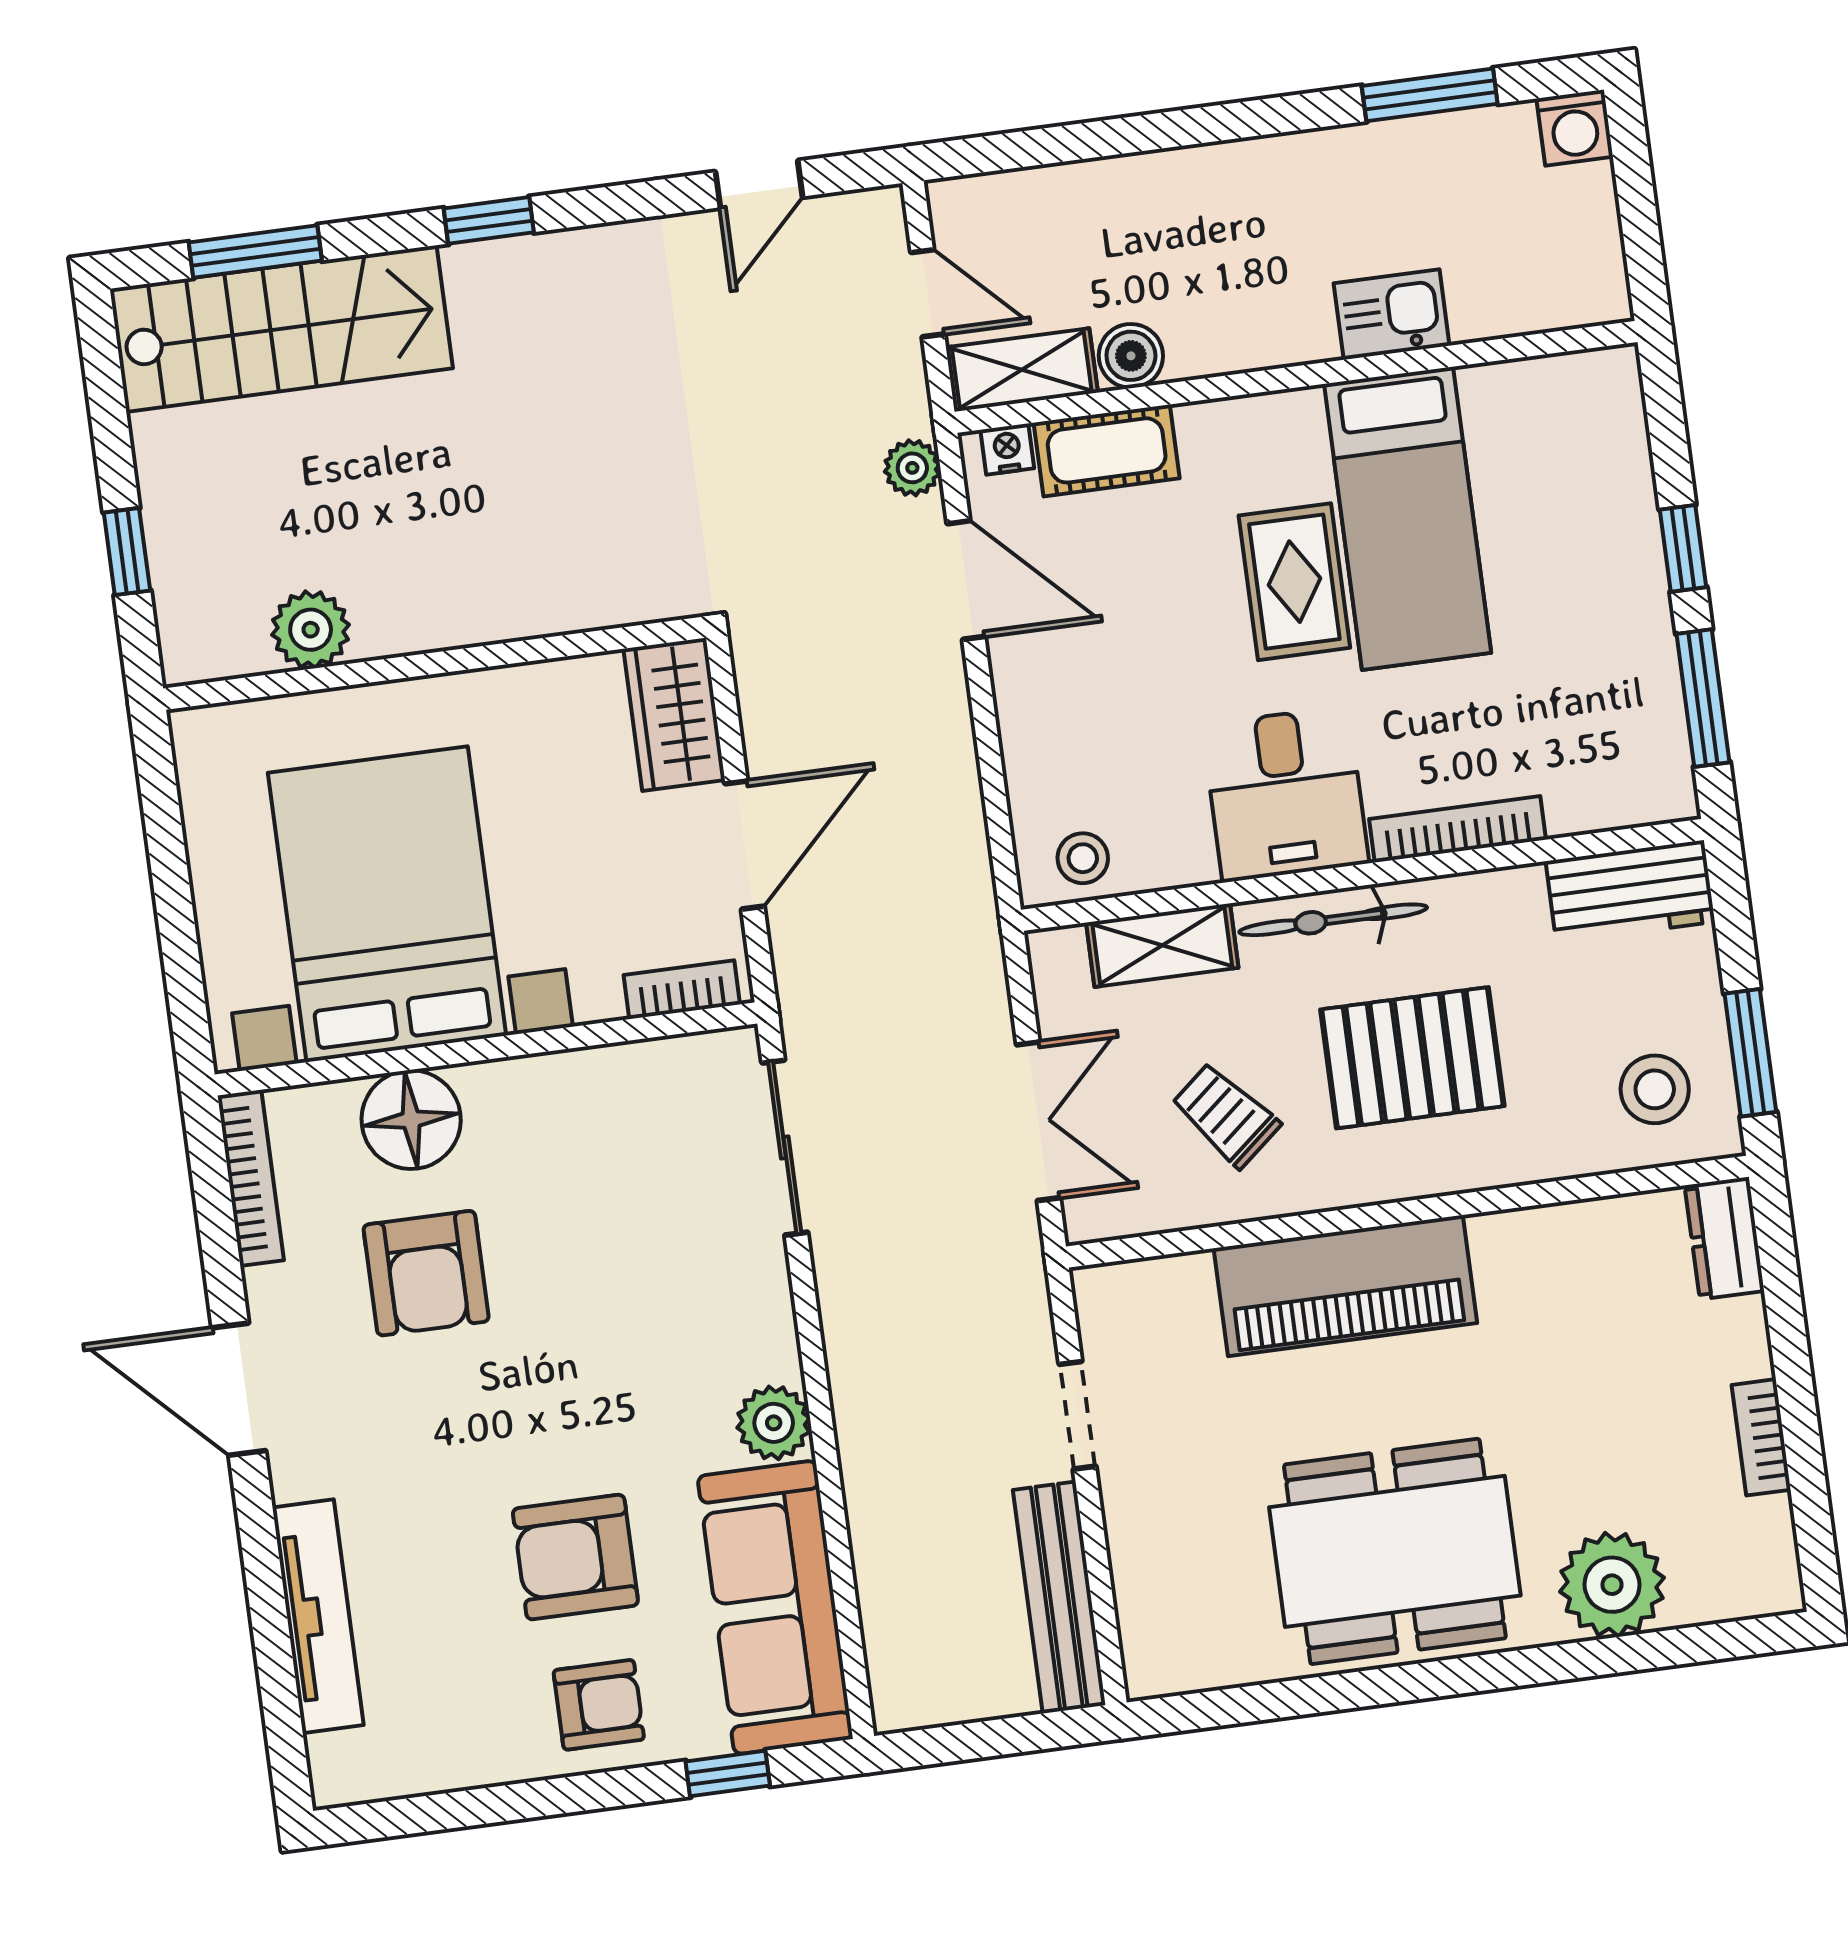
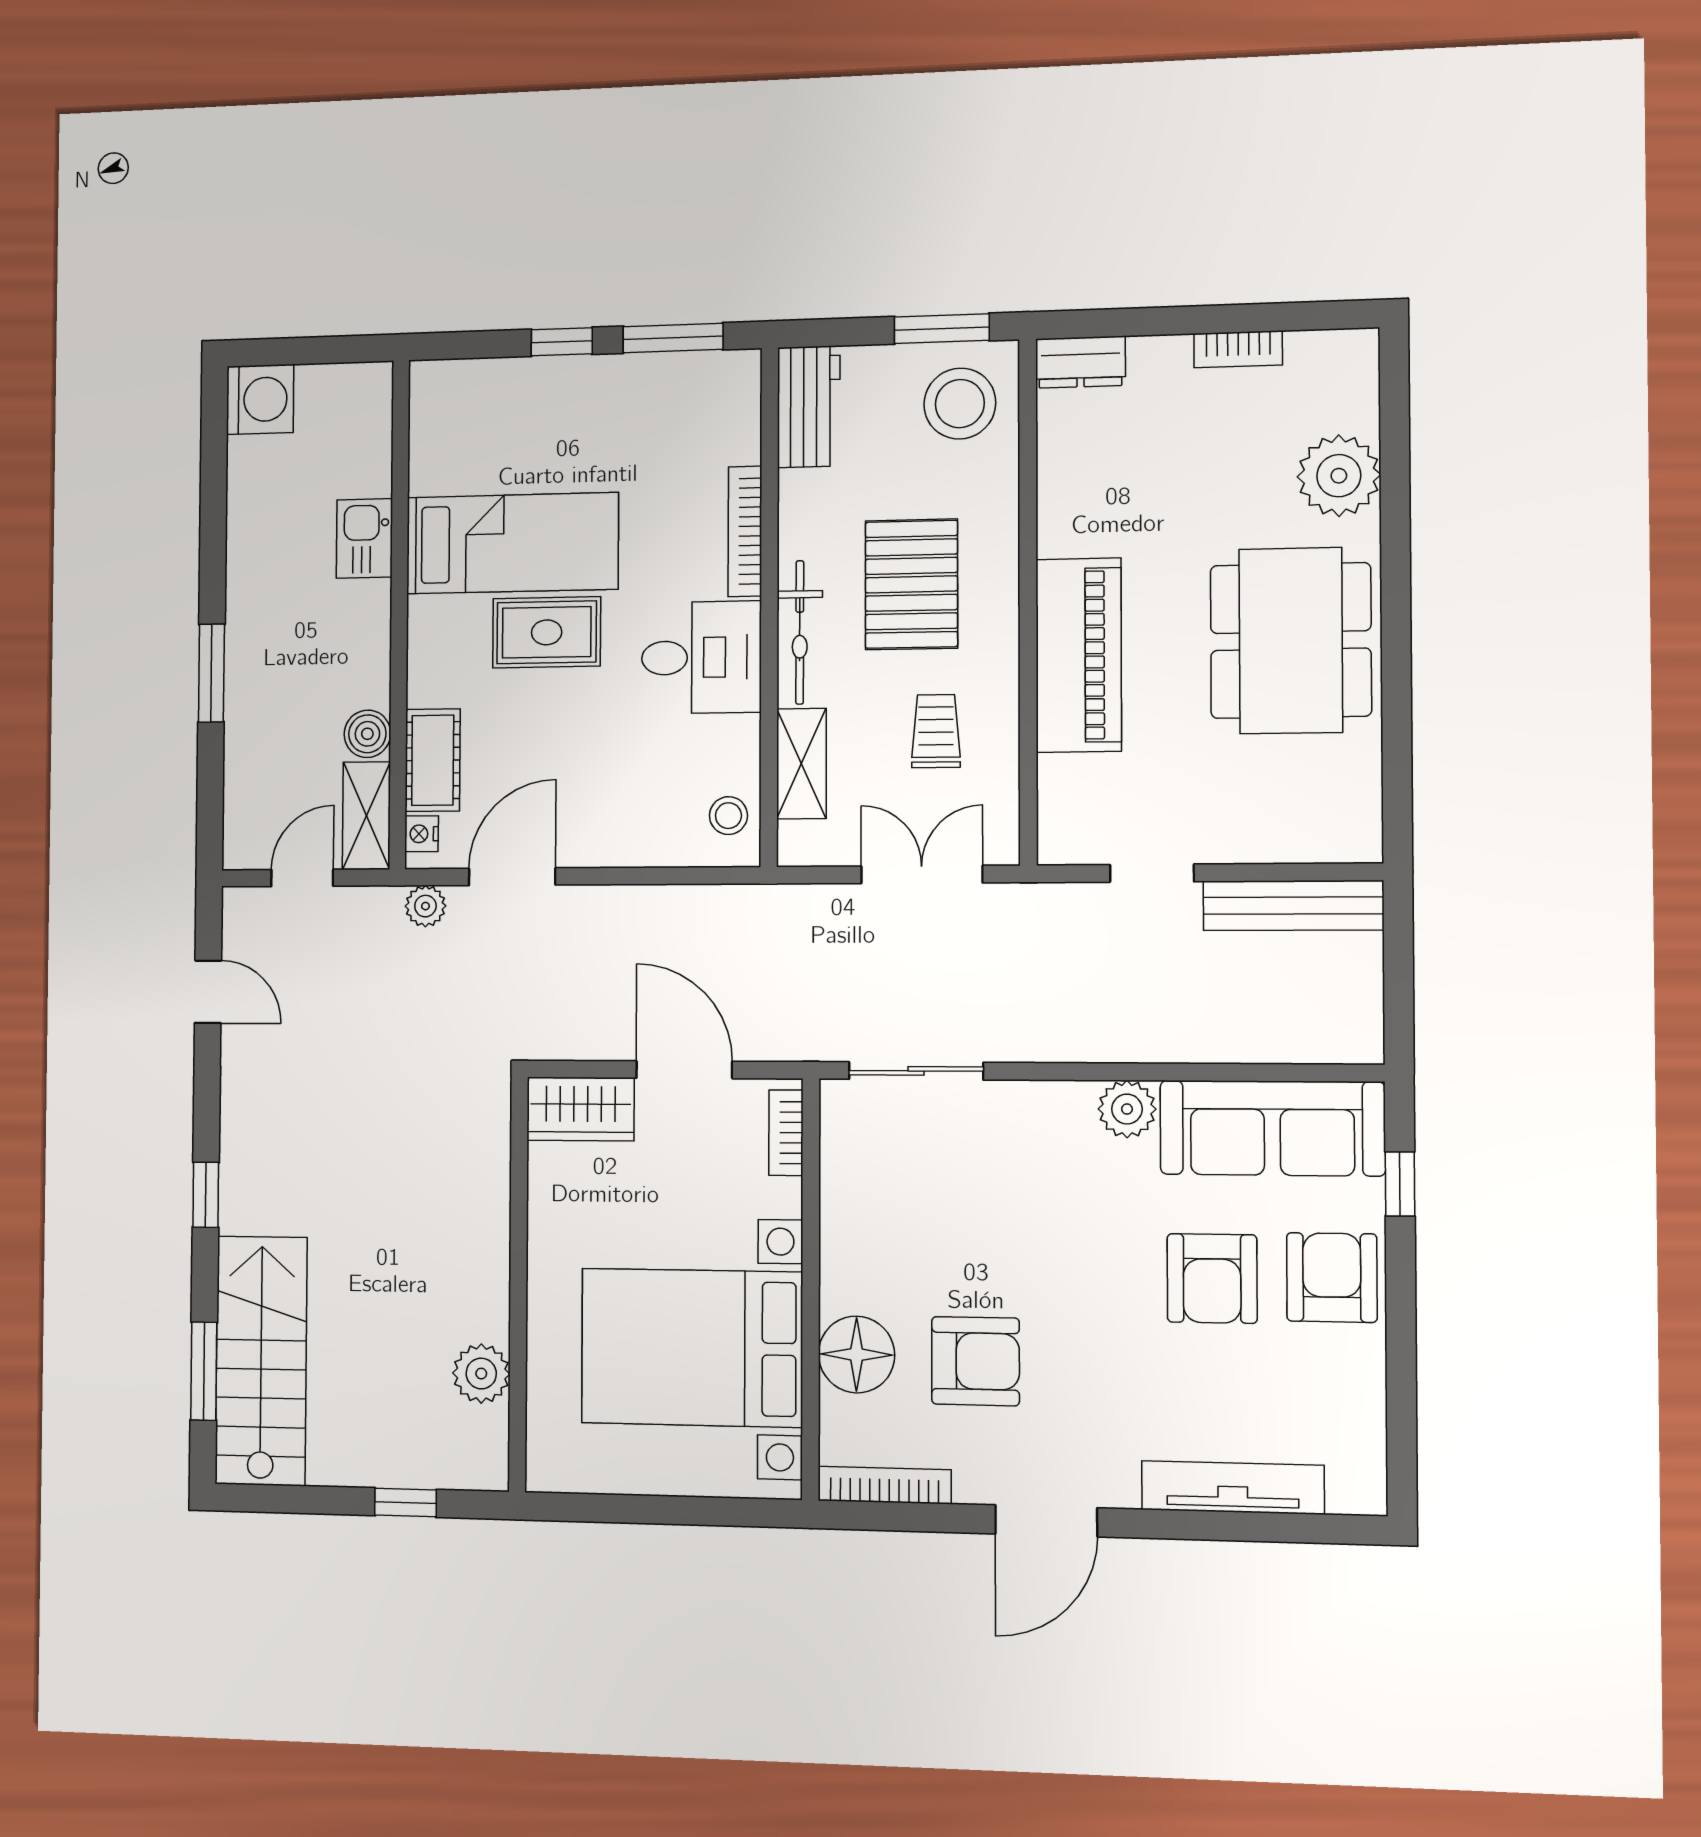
window: (1430, 95) -> (211, 673), moved
washing machine: (1575, 128) -> (260, 399), width x1.38, depth x1.38
stool: (1655, 1089) -> (960, 404), width x1.38, depth x1.38
trolley: (1226, 1115) -> (936, 731), turned 130
armchair: (599, 1705) -> (1332, 1278), width x1.38, depth x1.38

